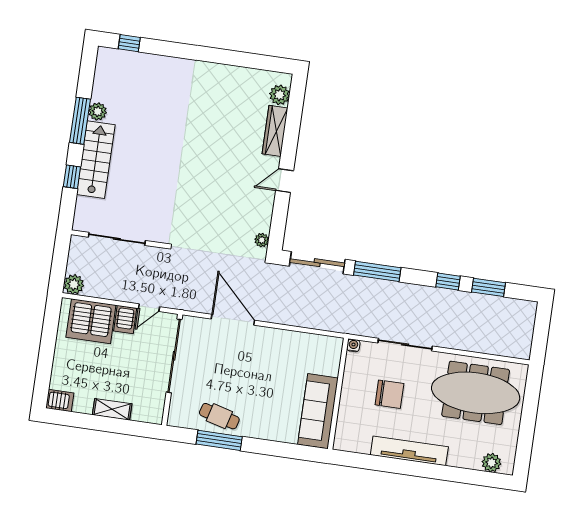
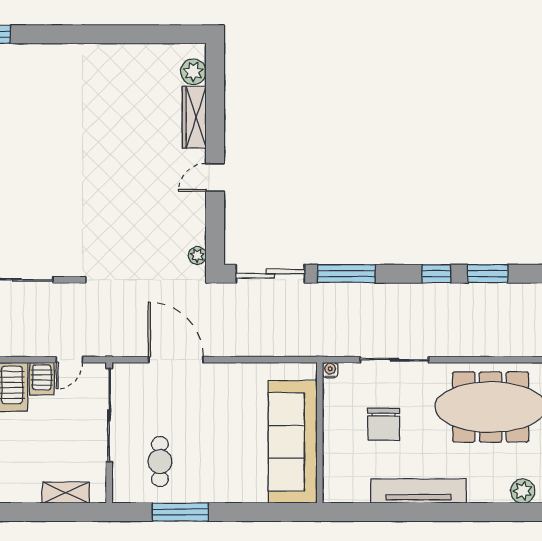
chair: (389, 394) -> (384, 424), turned 90
shelving: (112, 409) -> (66, 493), moved
sofa: (318, 411) -> (293, 442), width x1.36, depth x1.27
cafe table: (219, 416) -> (160, 462), moved, turned 75

